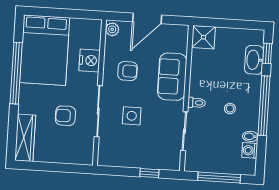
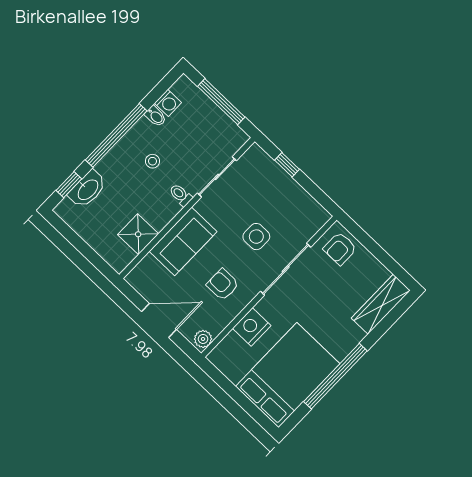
shower: (203, 37) -> (138, 234), moved
armchair: (65, 116) -> (340, 248), moved, turned 90

